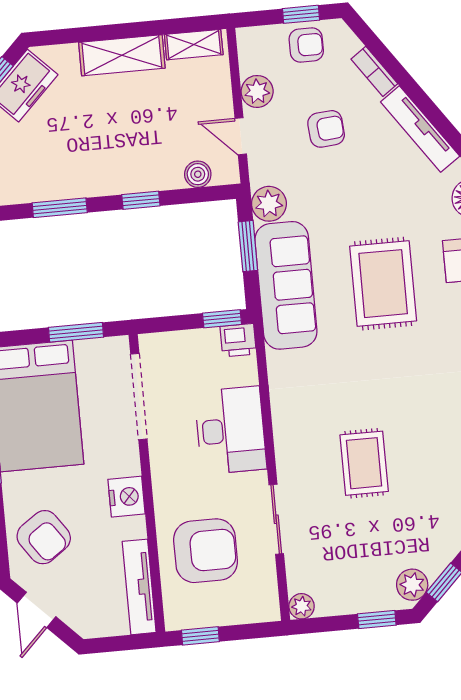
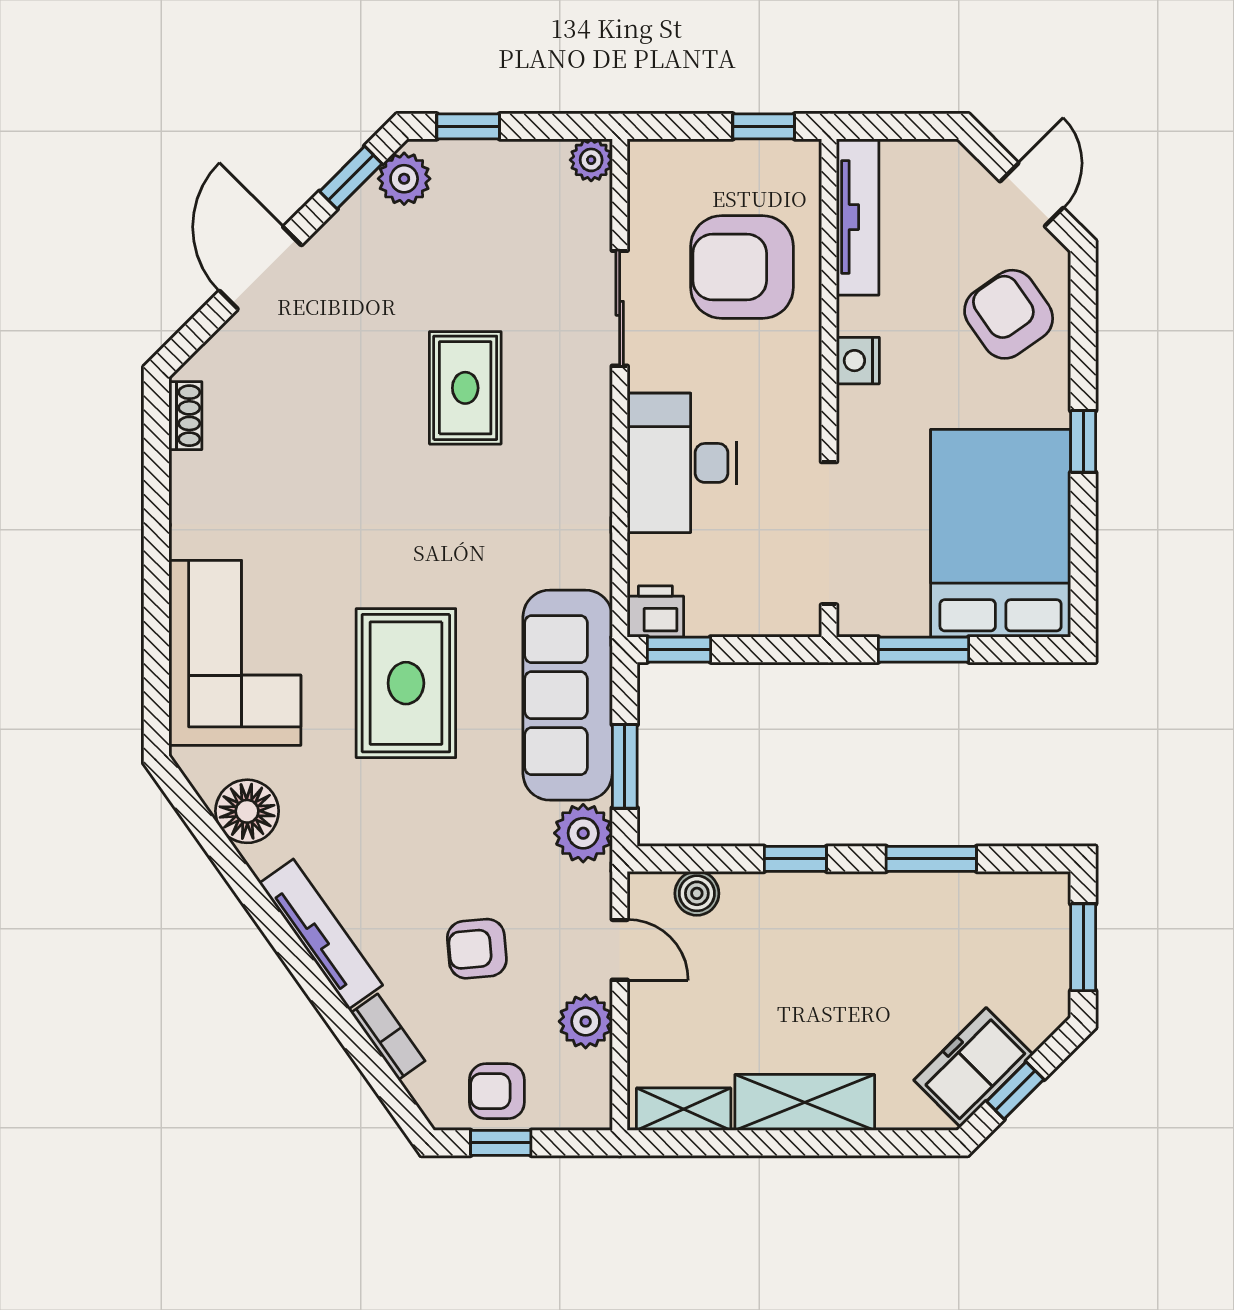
nightstand: (127, 497) -> (858, 361), width x0.74, depth x0.75

